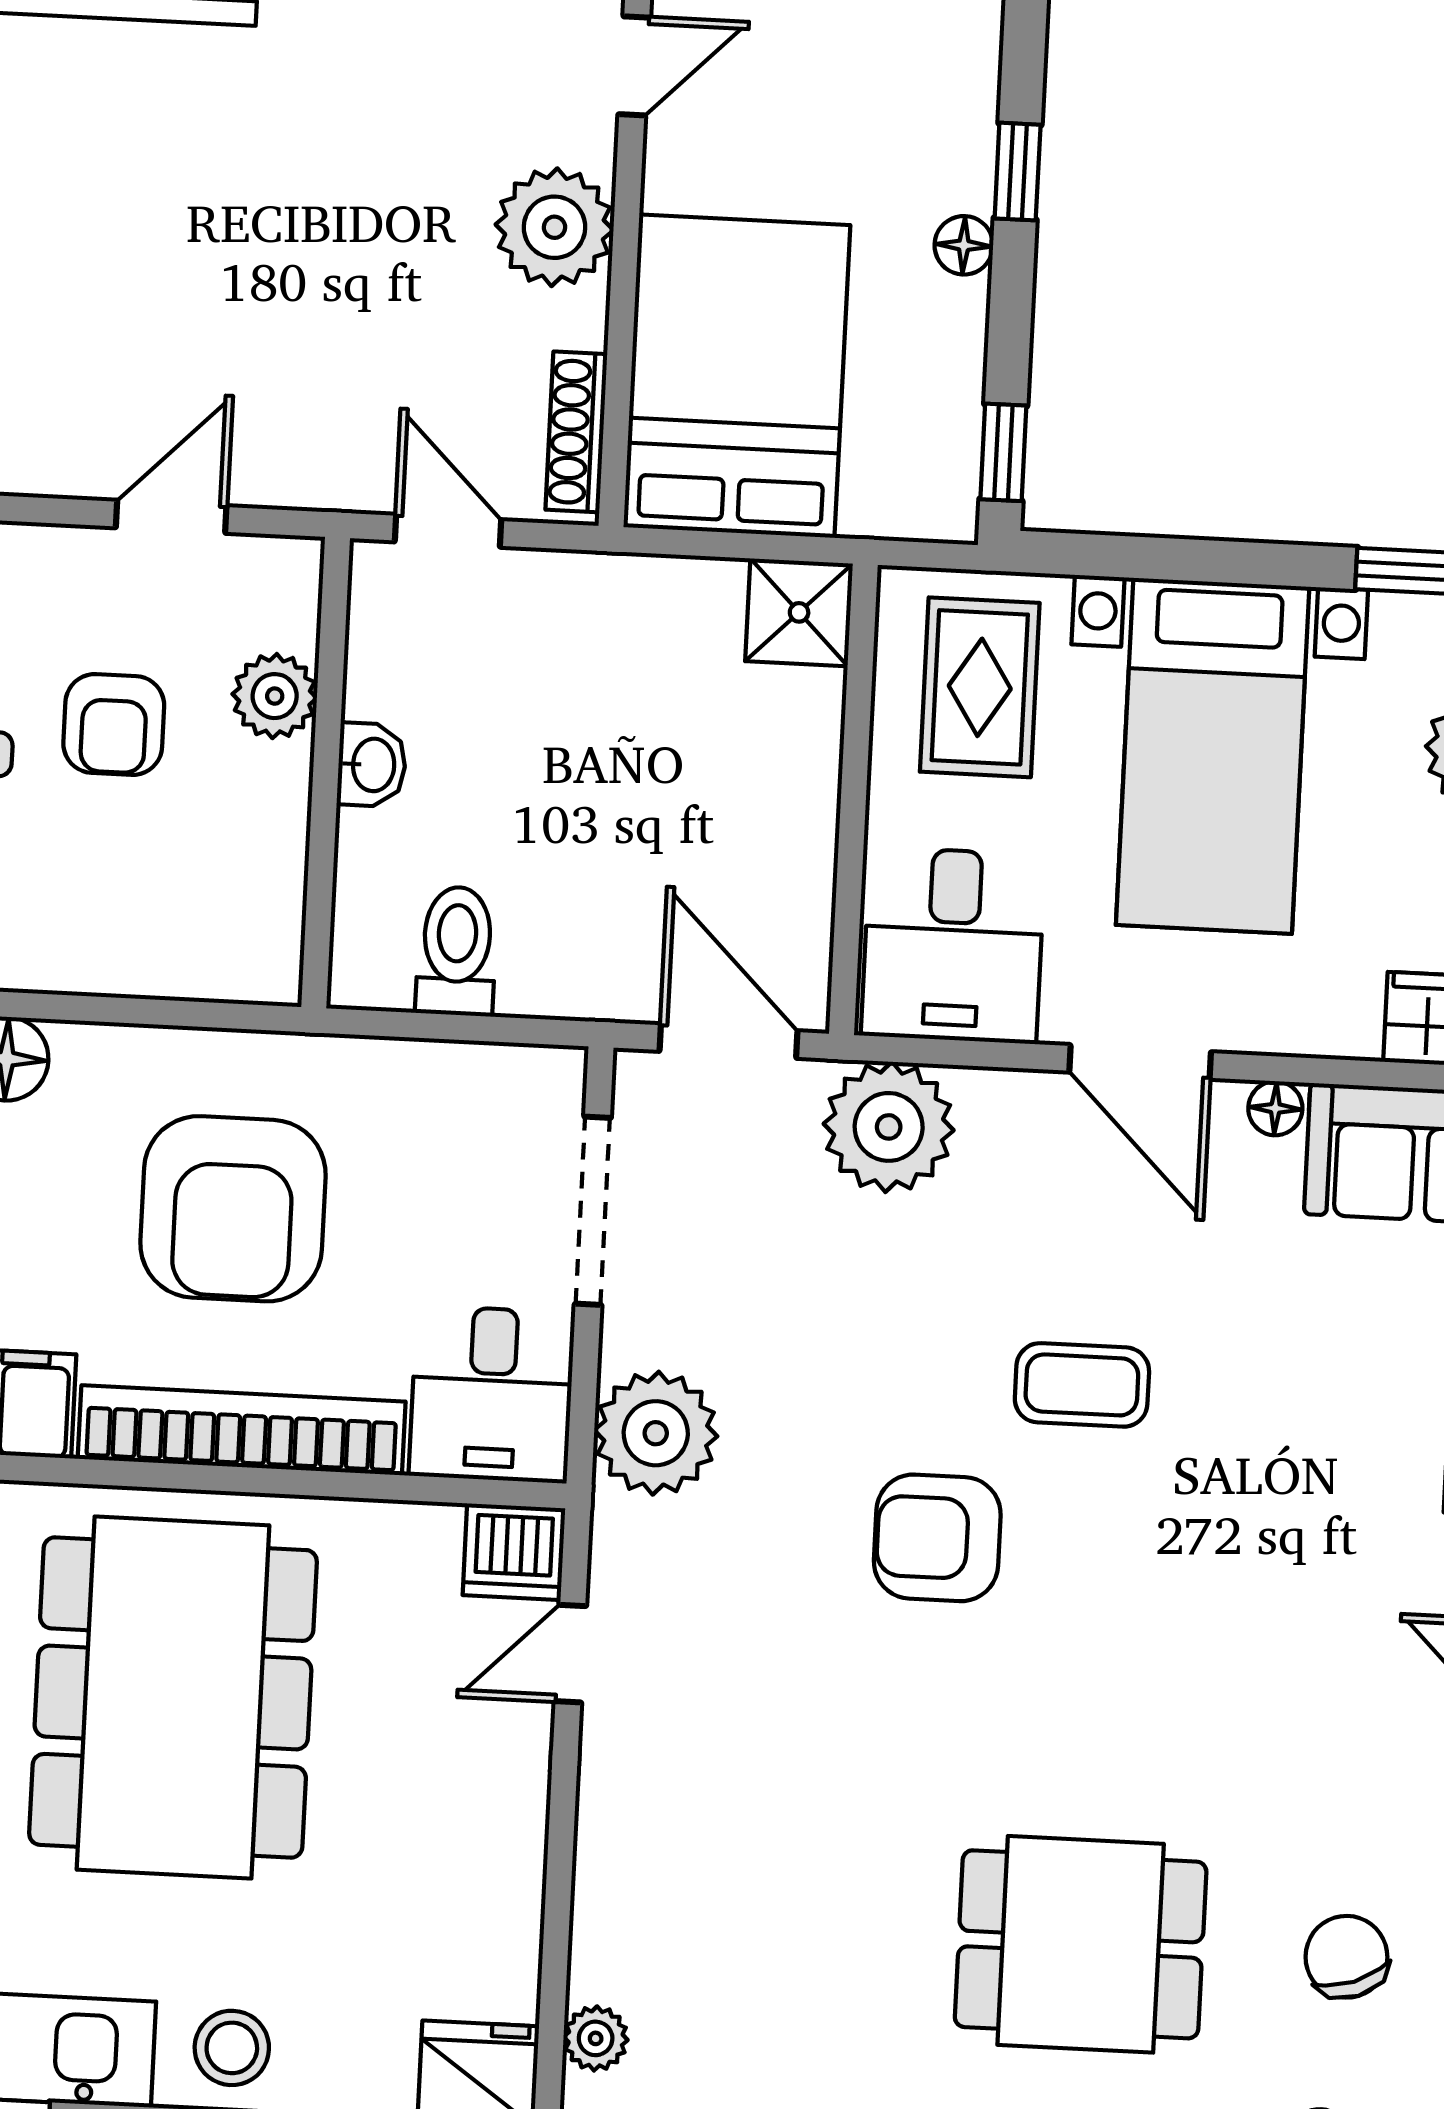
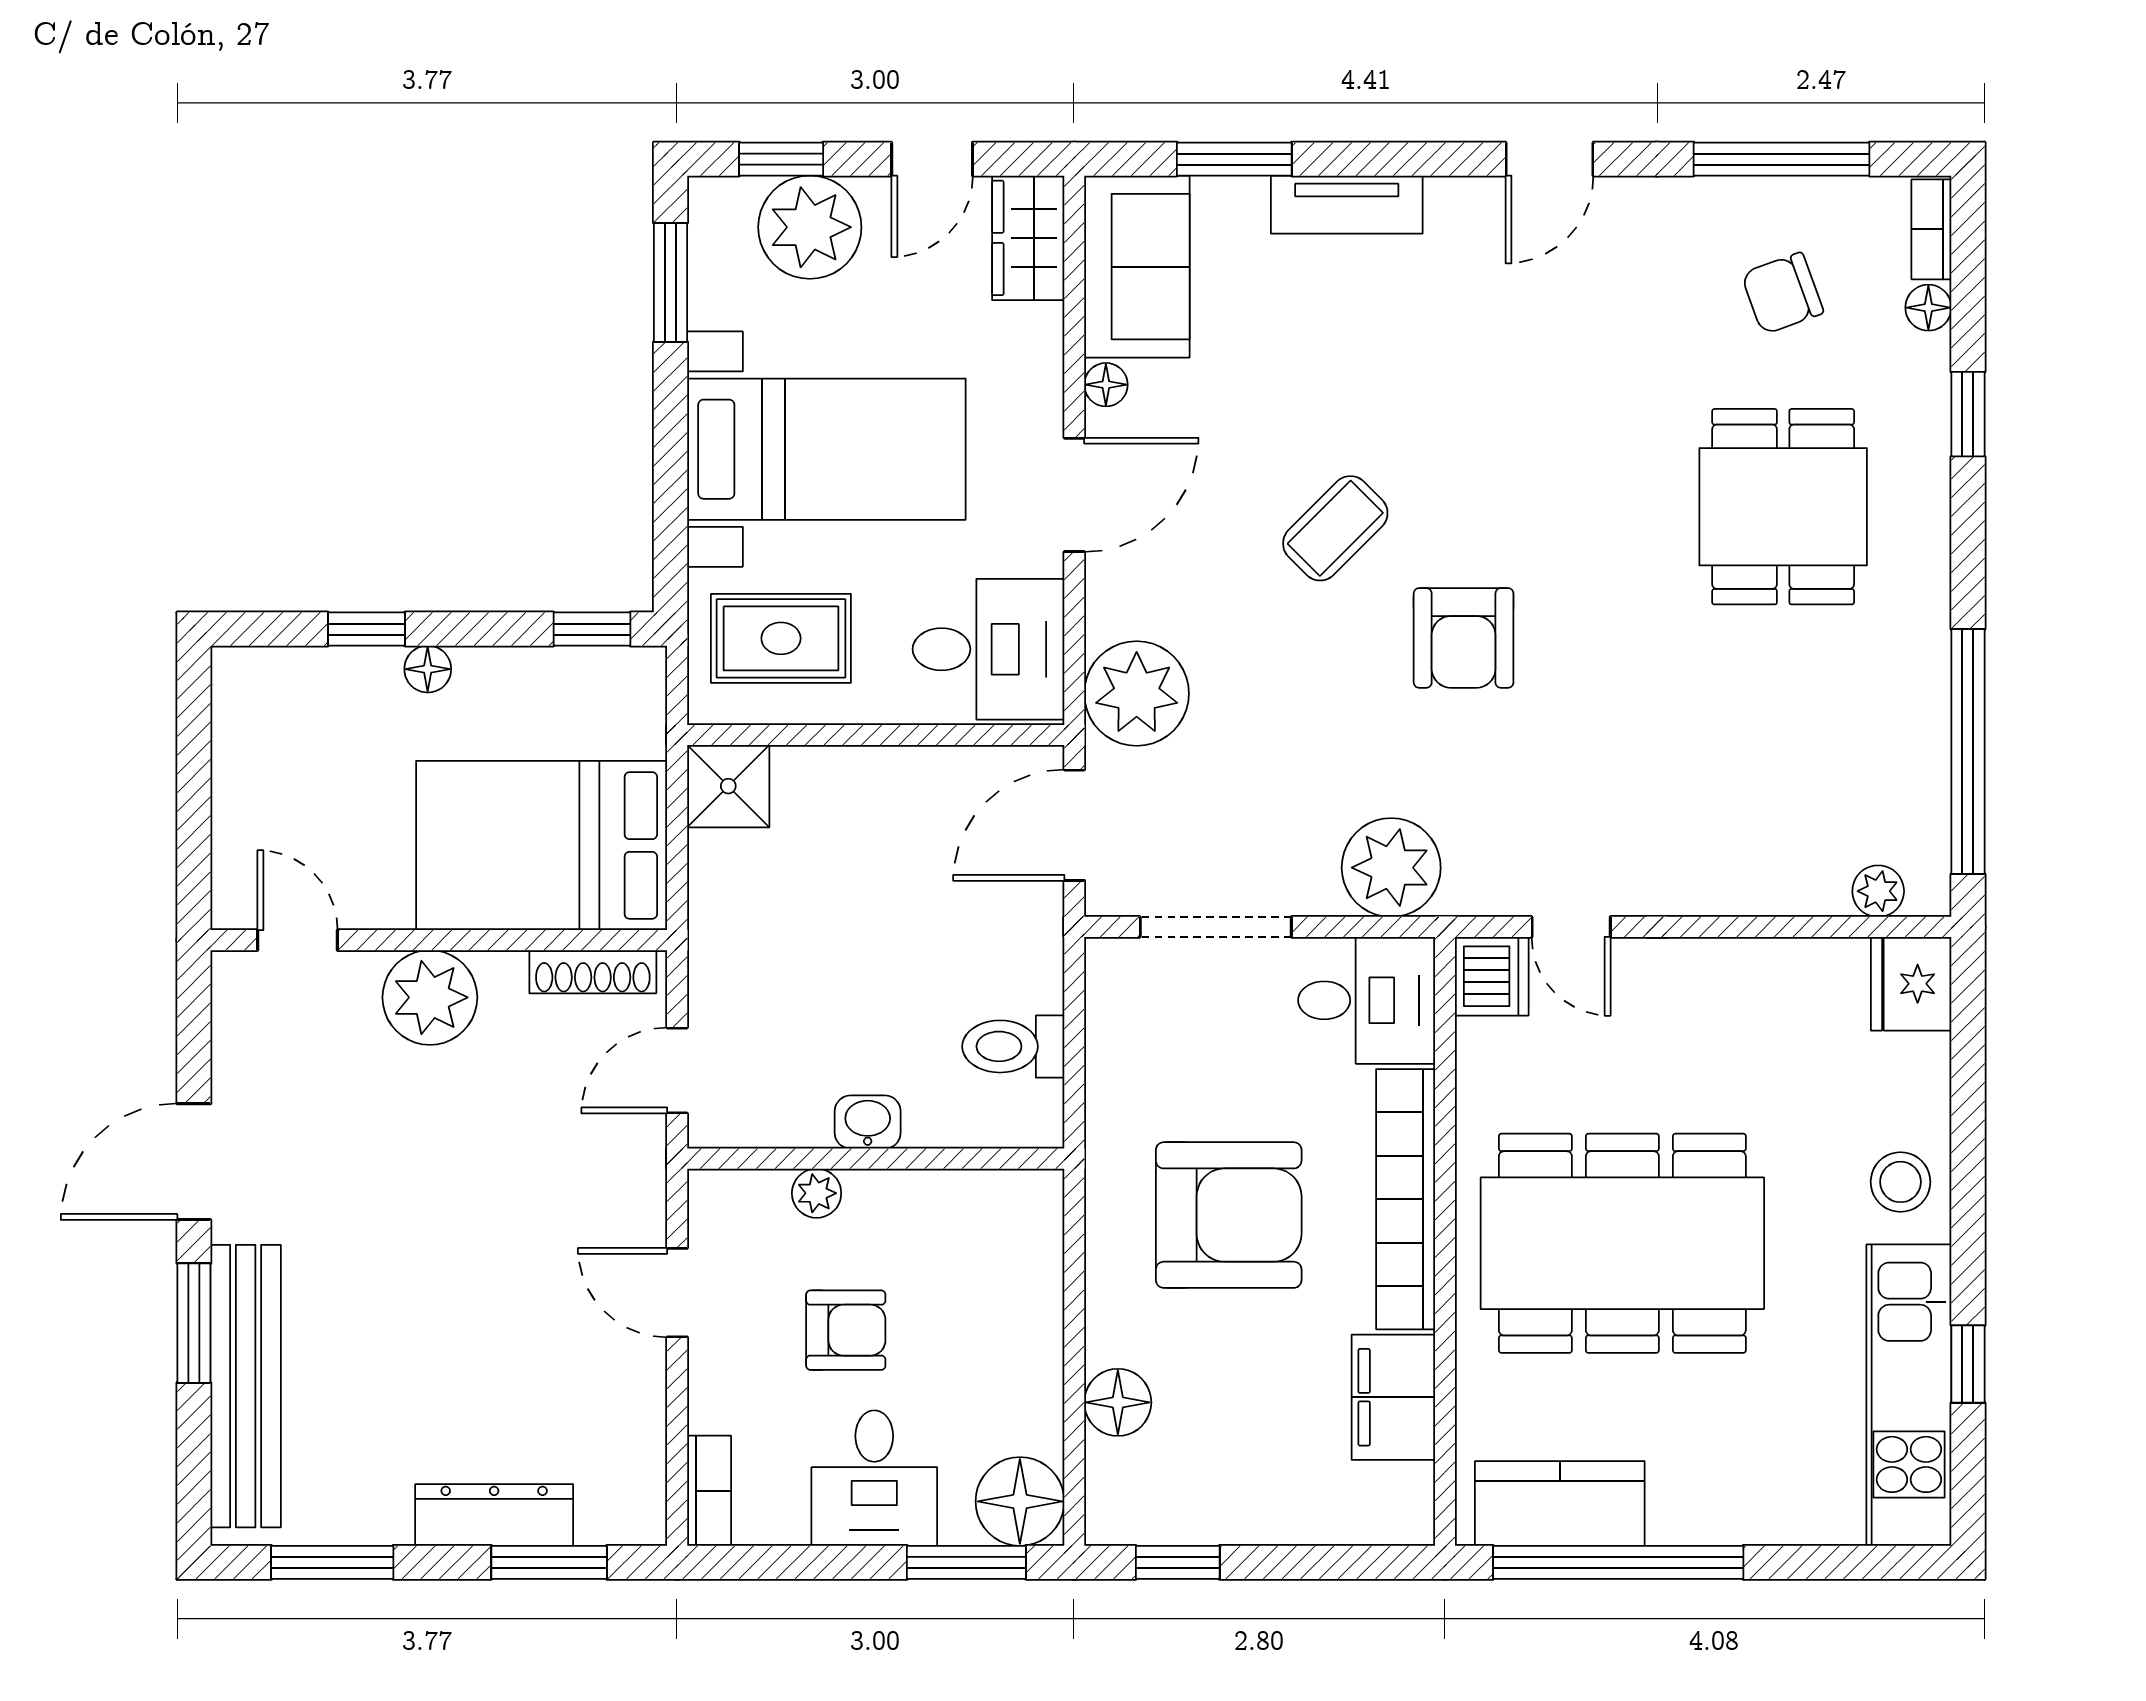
plant: (275, 696) -> (817, 1193), width x0.73, depth x0.73
coffee table: (1082, 1385) -> (1335, 528), turned 45

